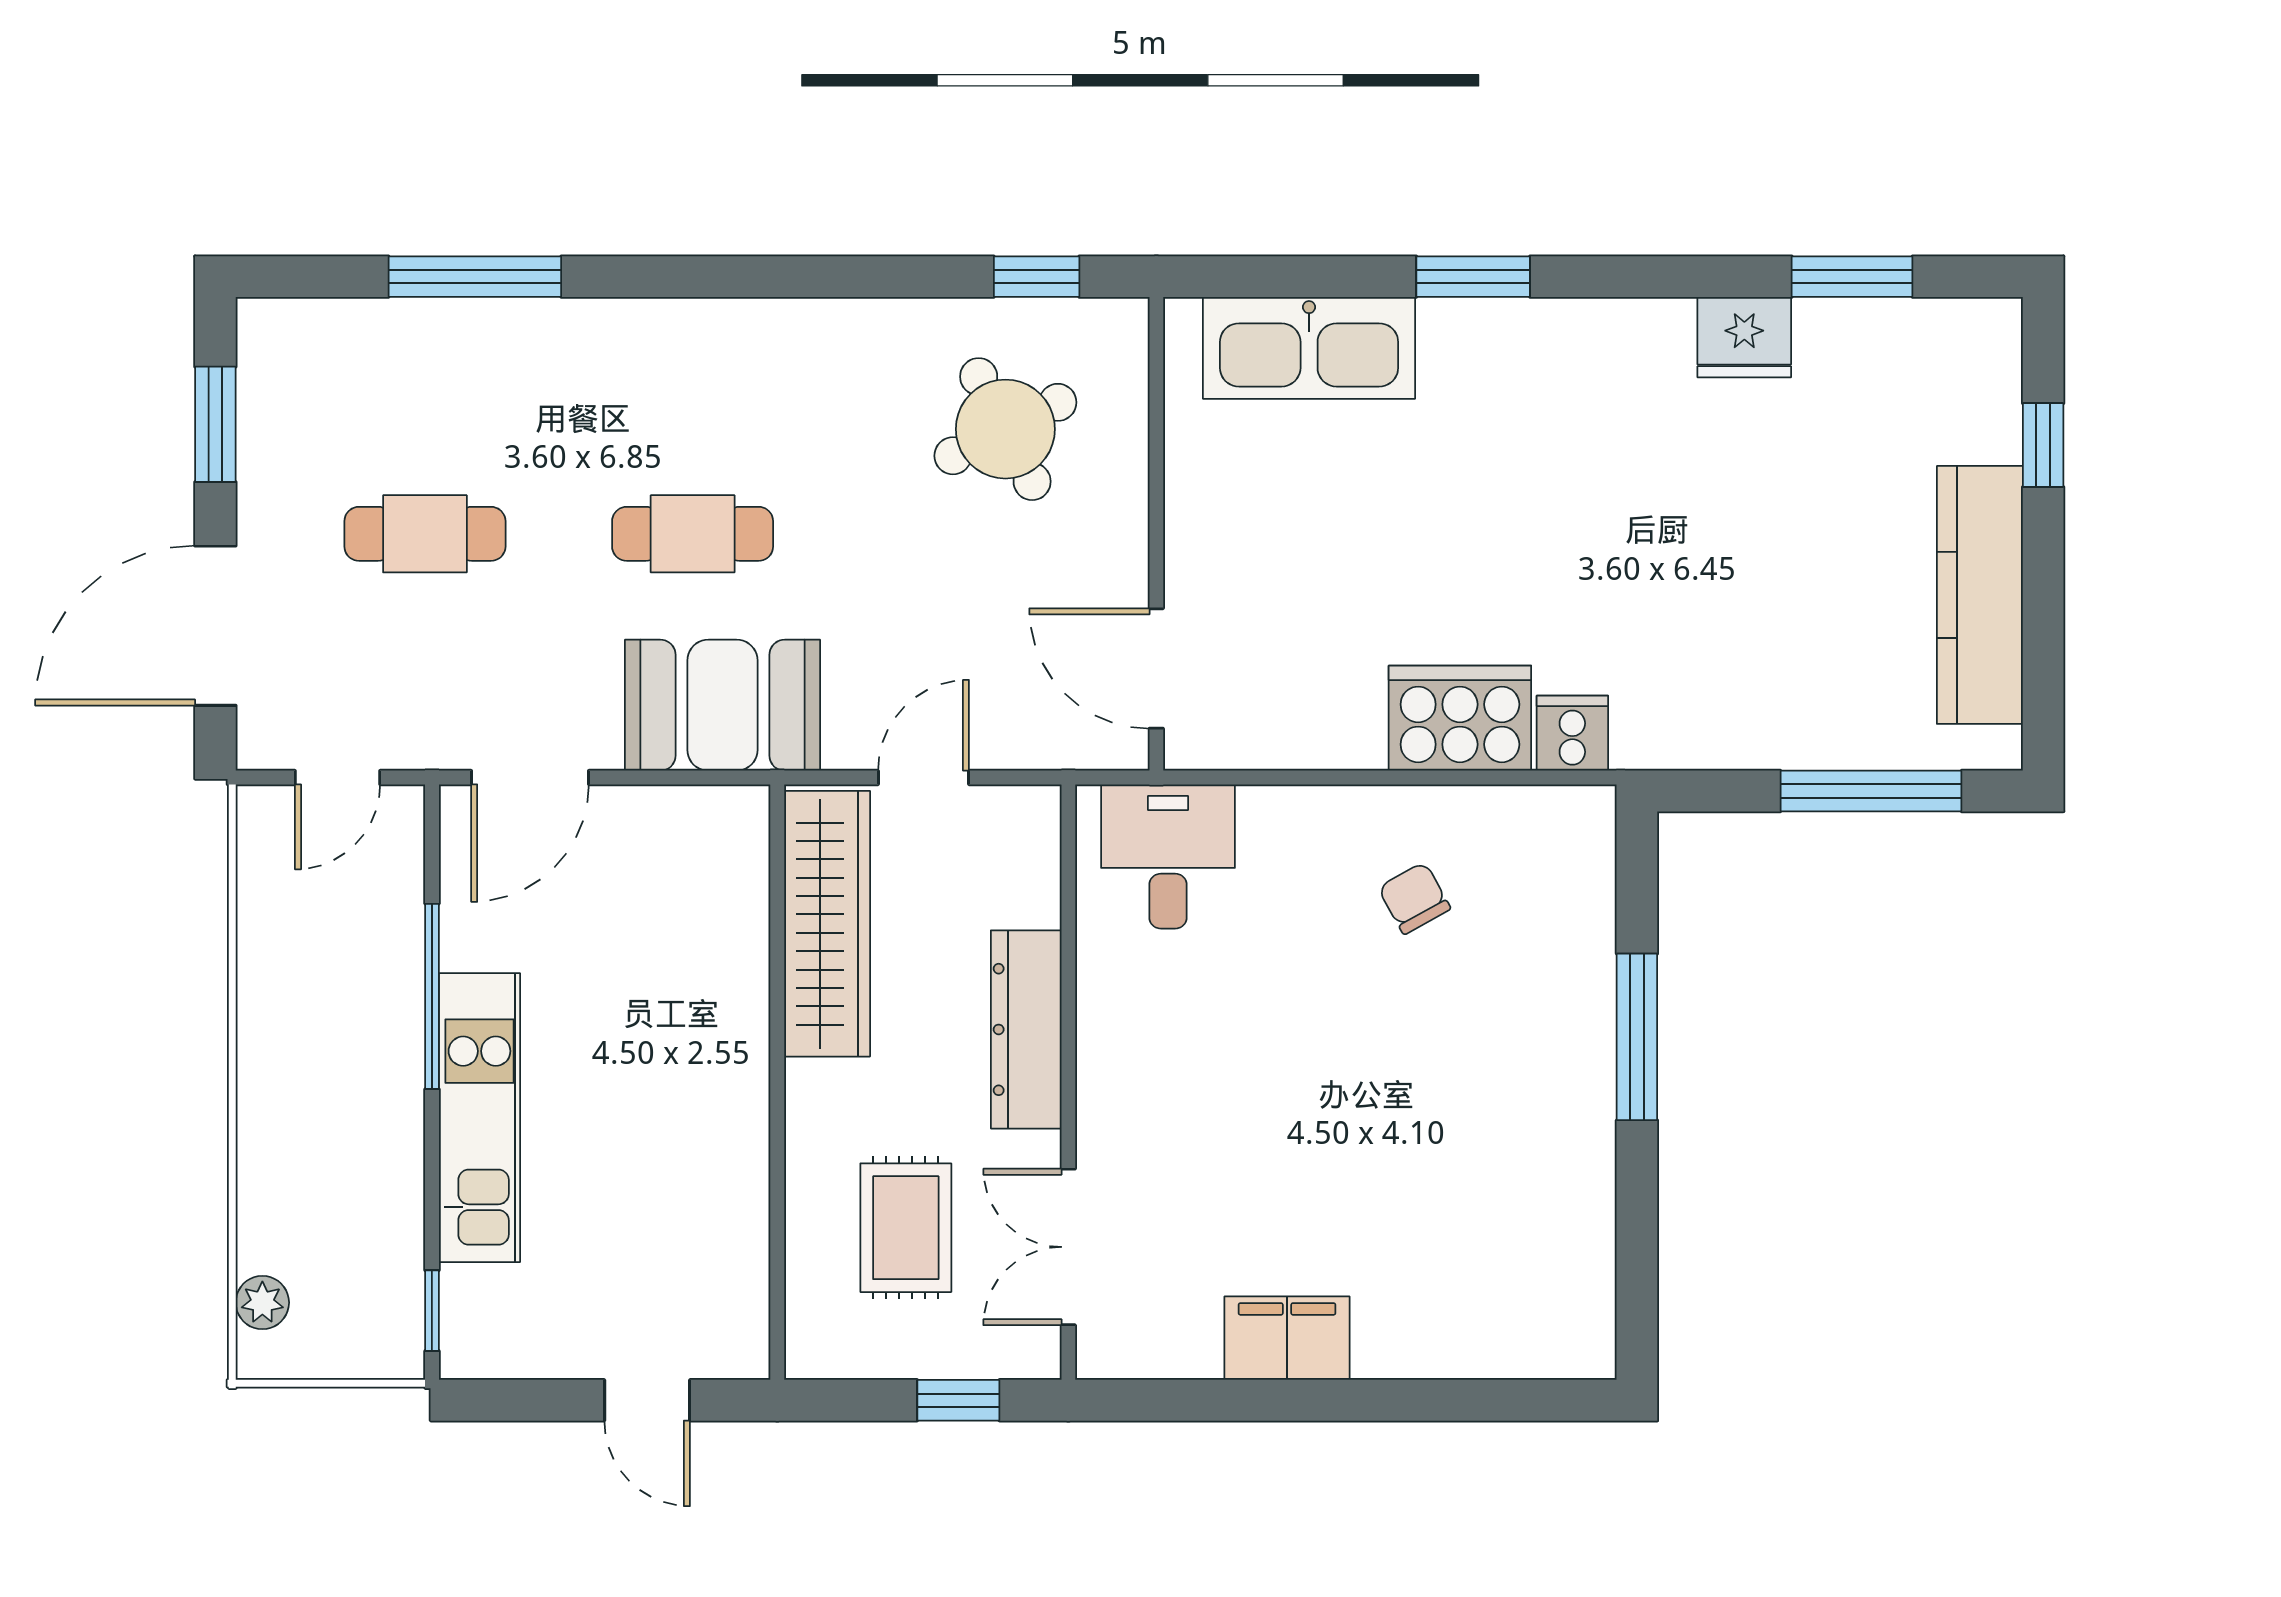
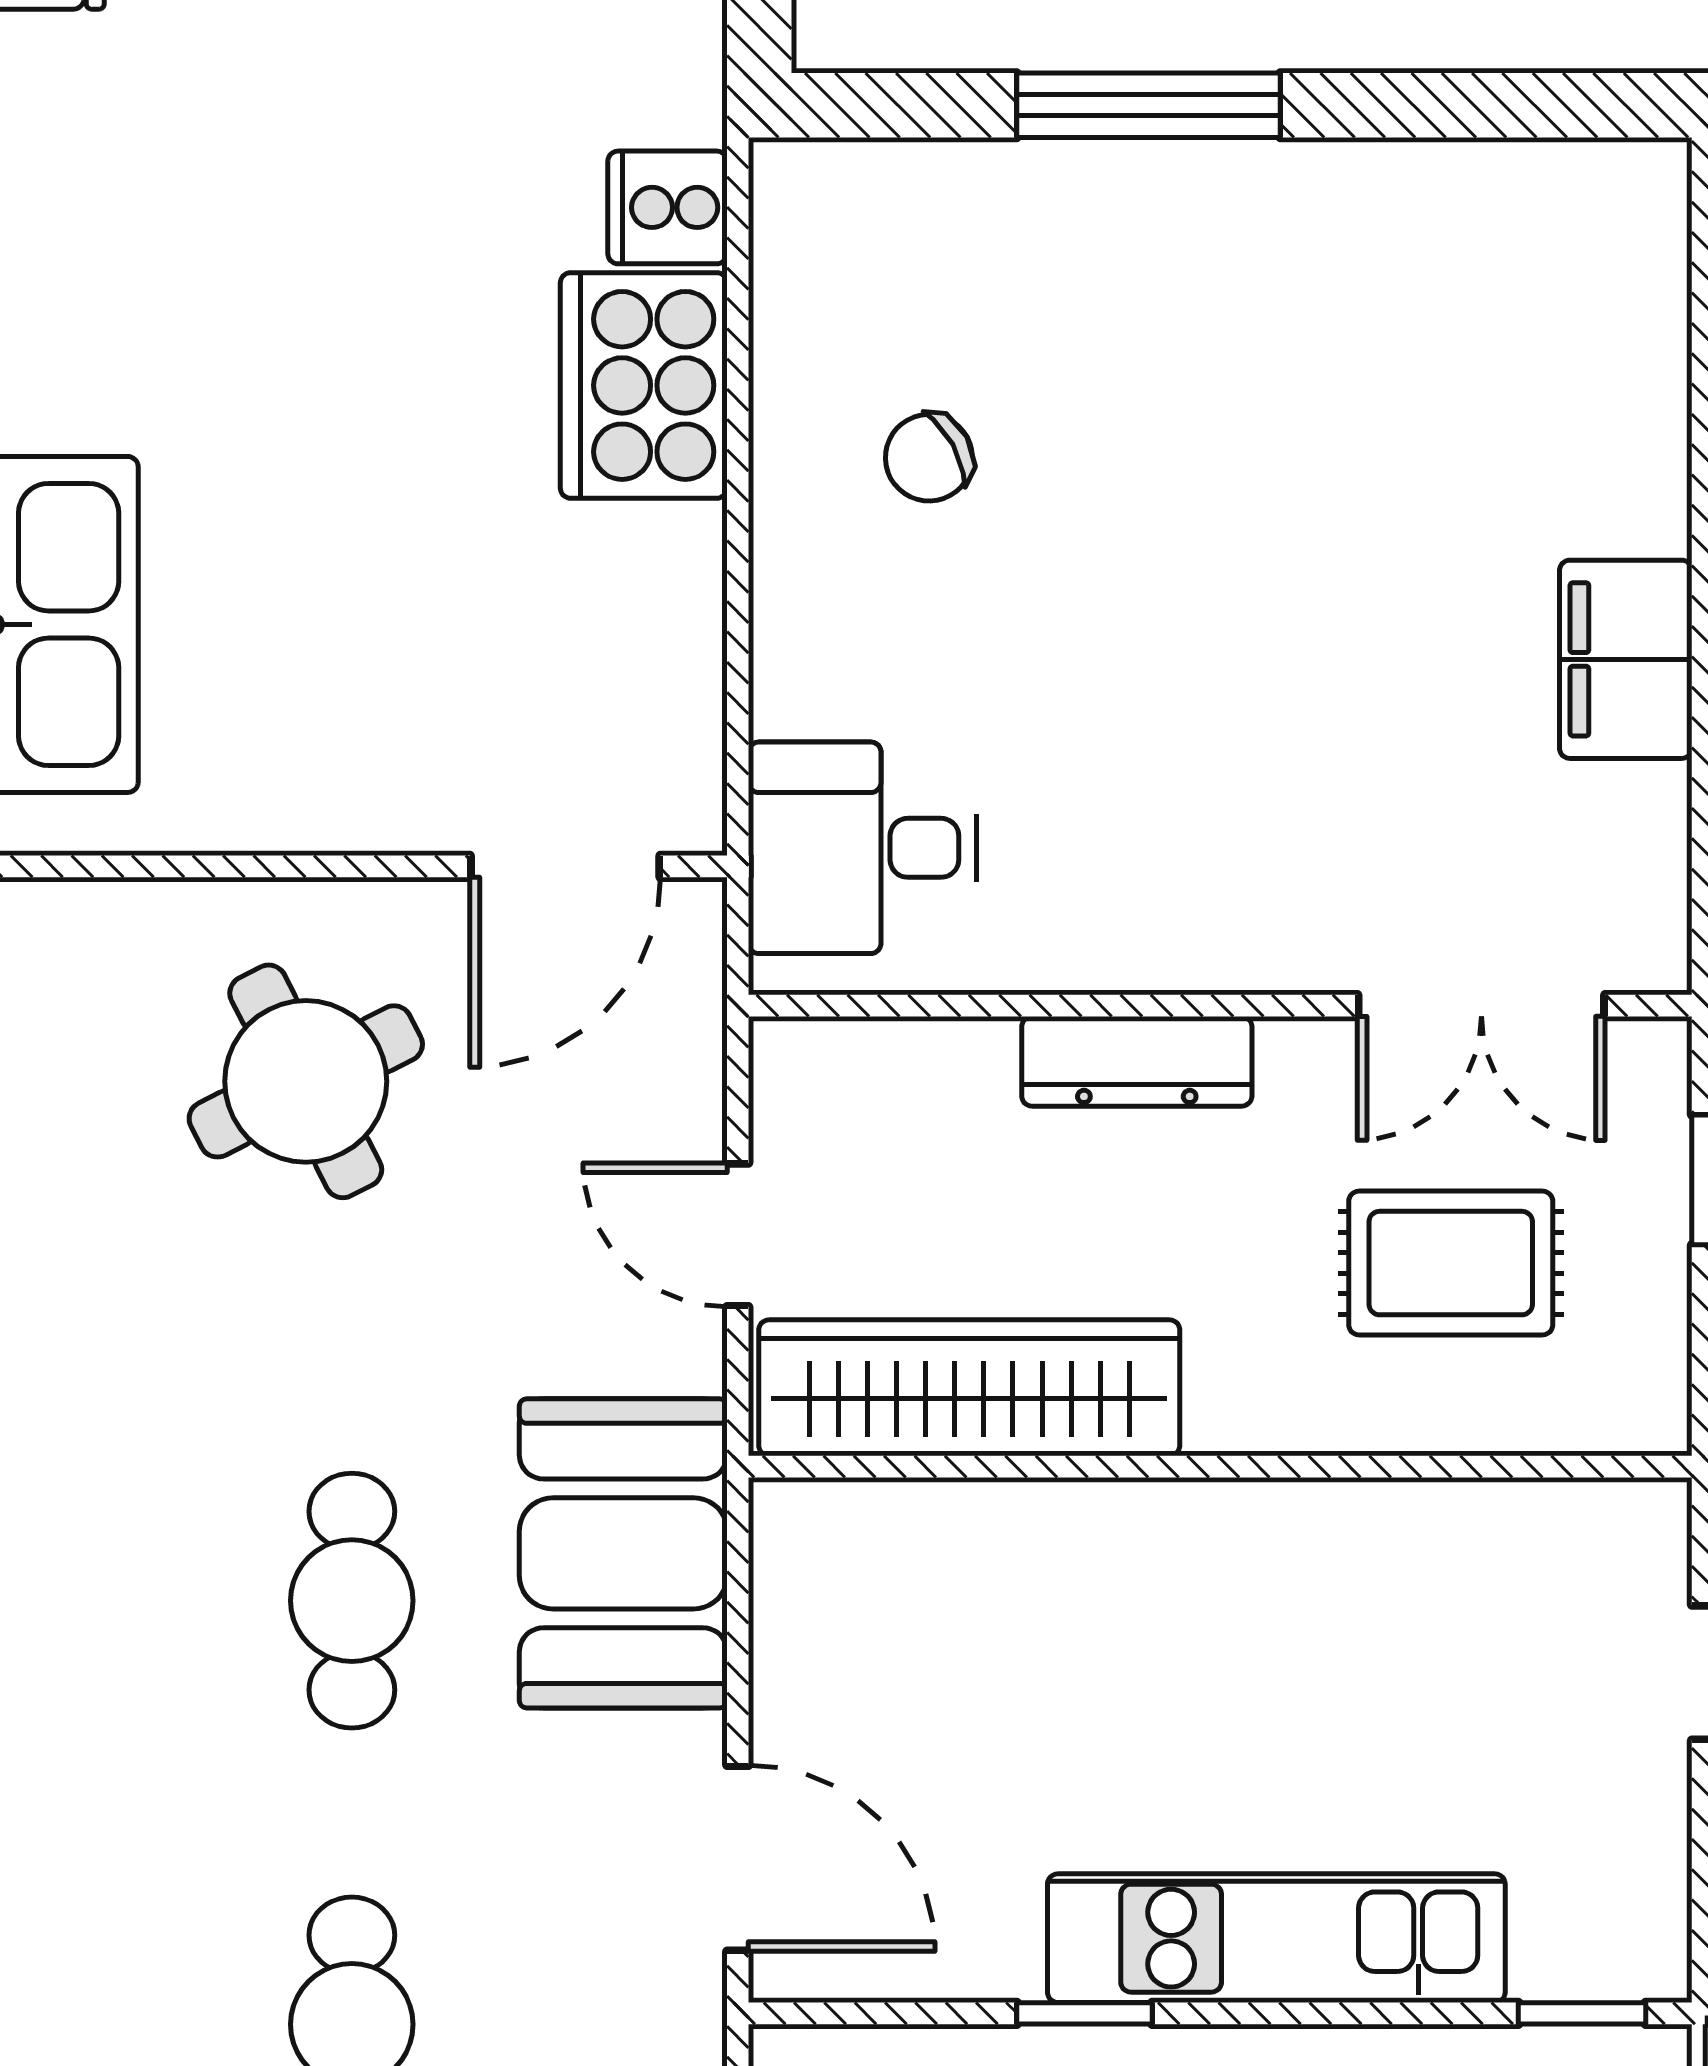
round table: (1005, 429) -> (306, 1081), moved
window: (432, 996) -> (1084, 2013), width x0.46
dresser: (1026, 1029) -> (1137, 1061), width x0.73, depth x0.80

